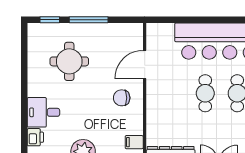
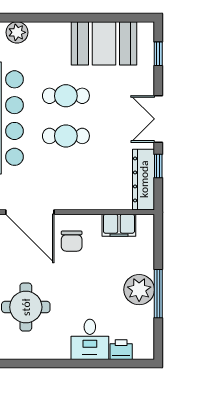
door: (145, 65) -> (30, 212), width x1.36
filing cabinet: (134, 142) -> (119, 225), width x2.00

